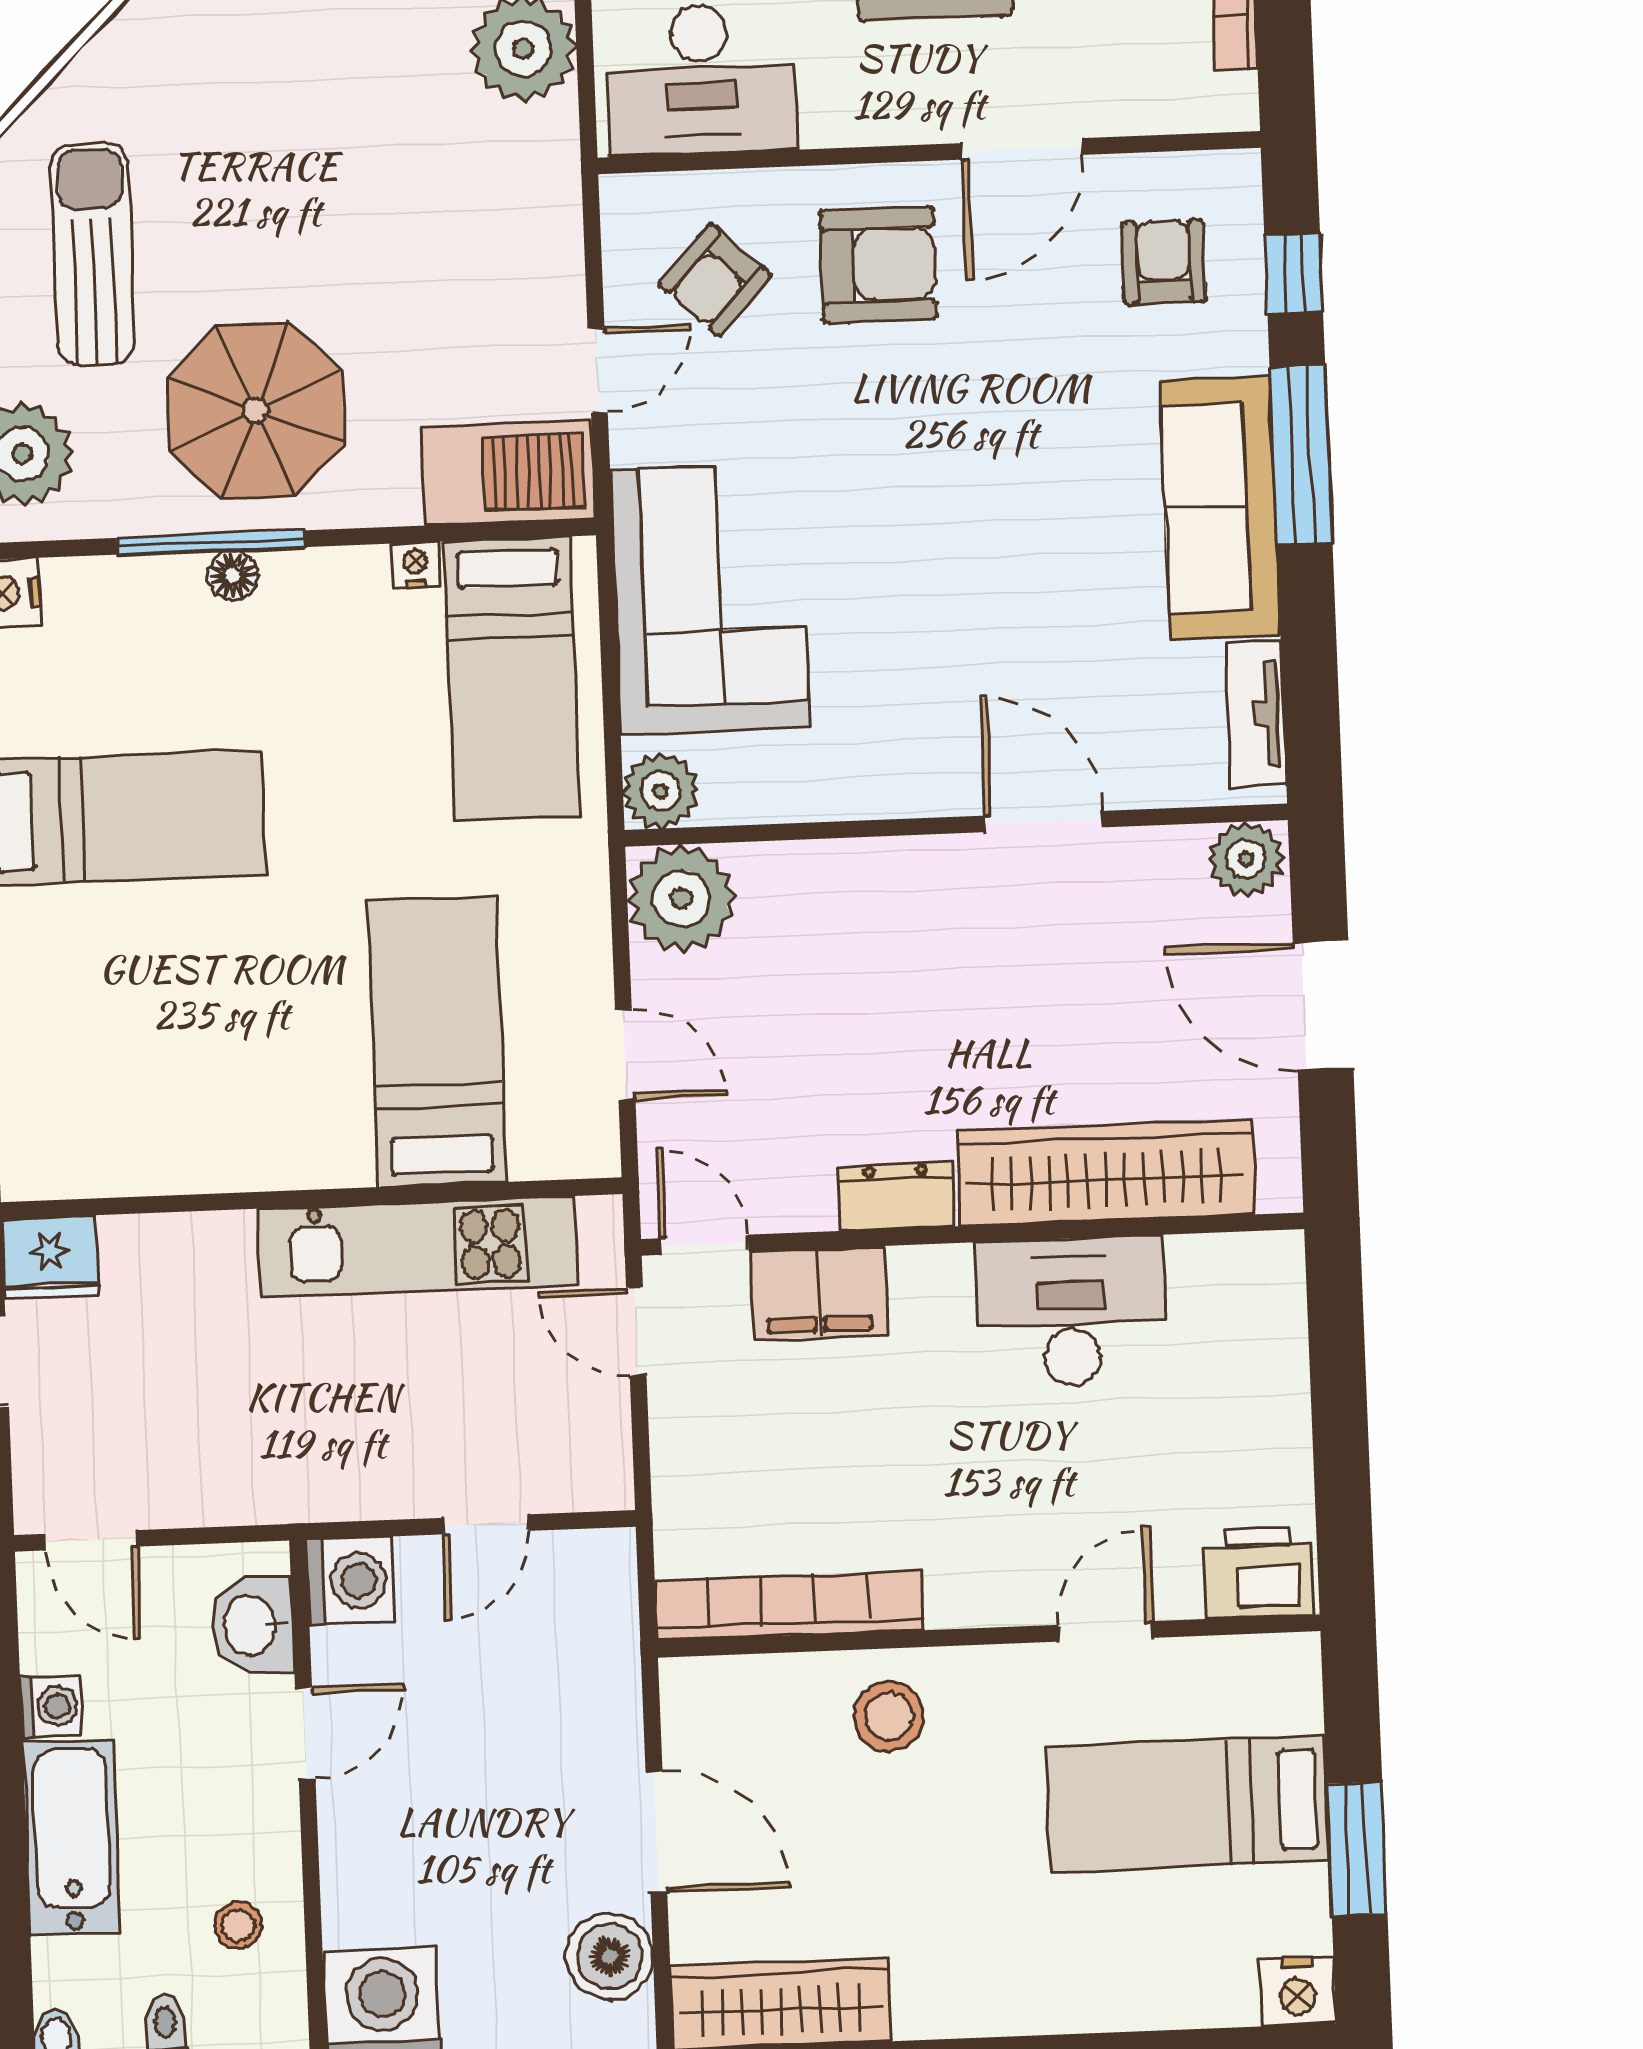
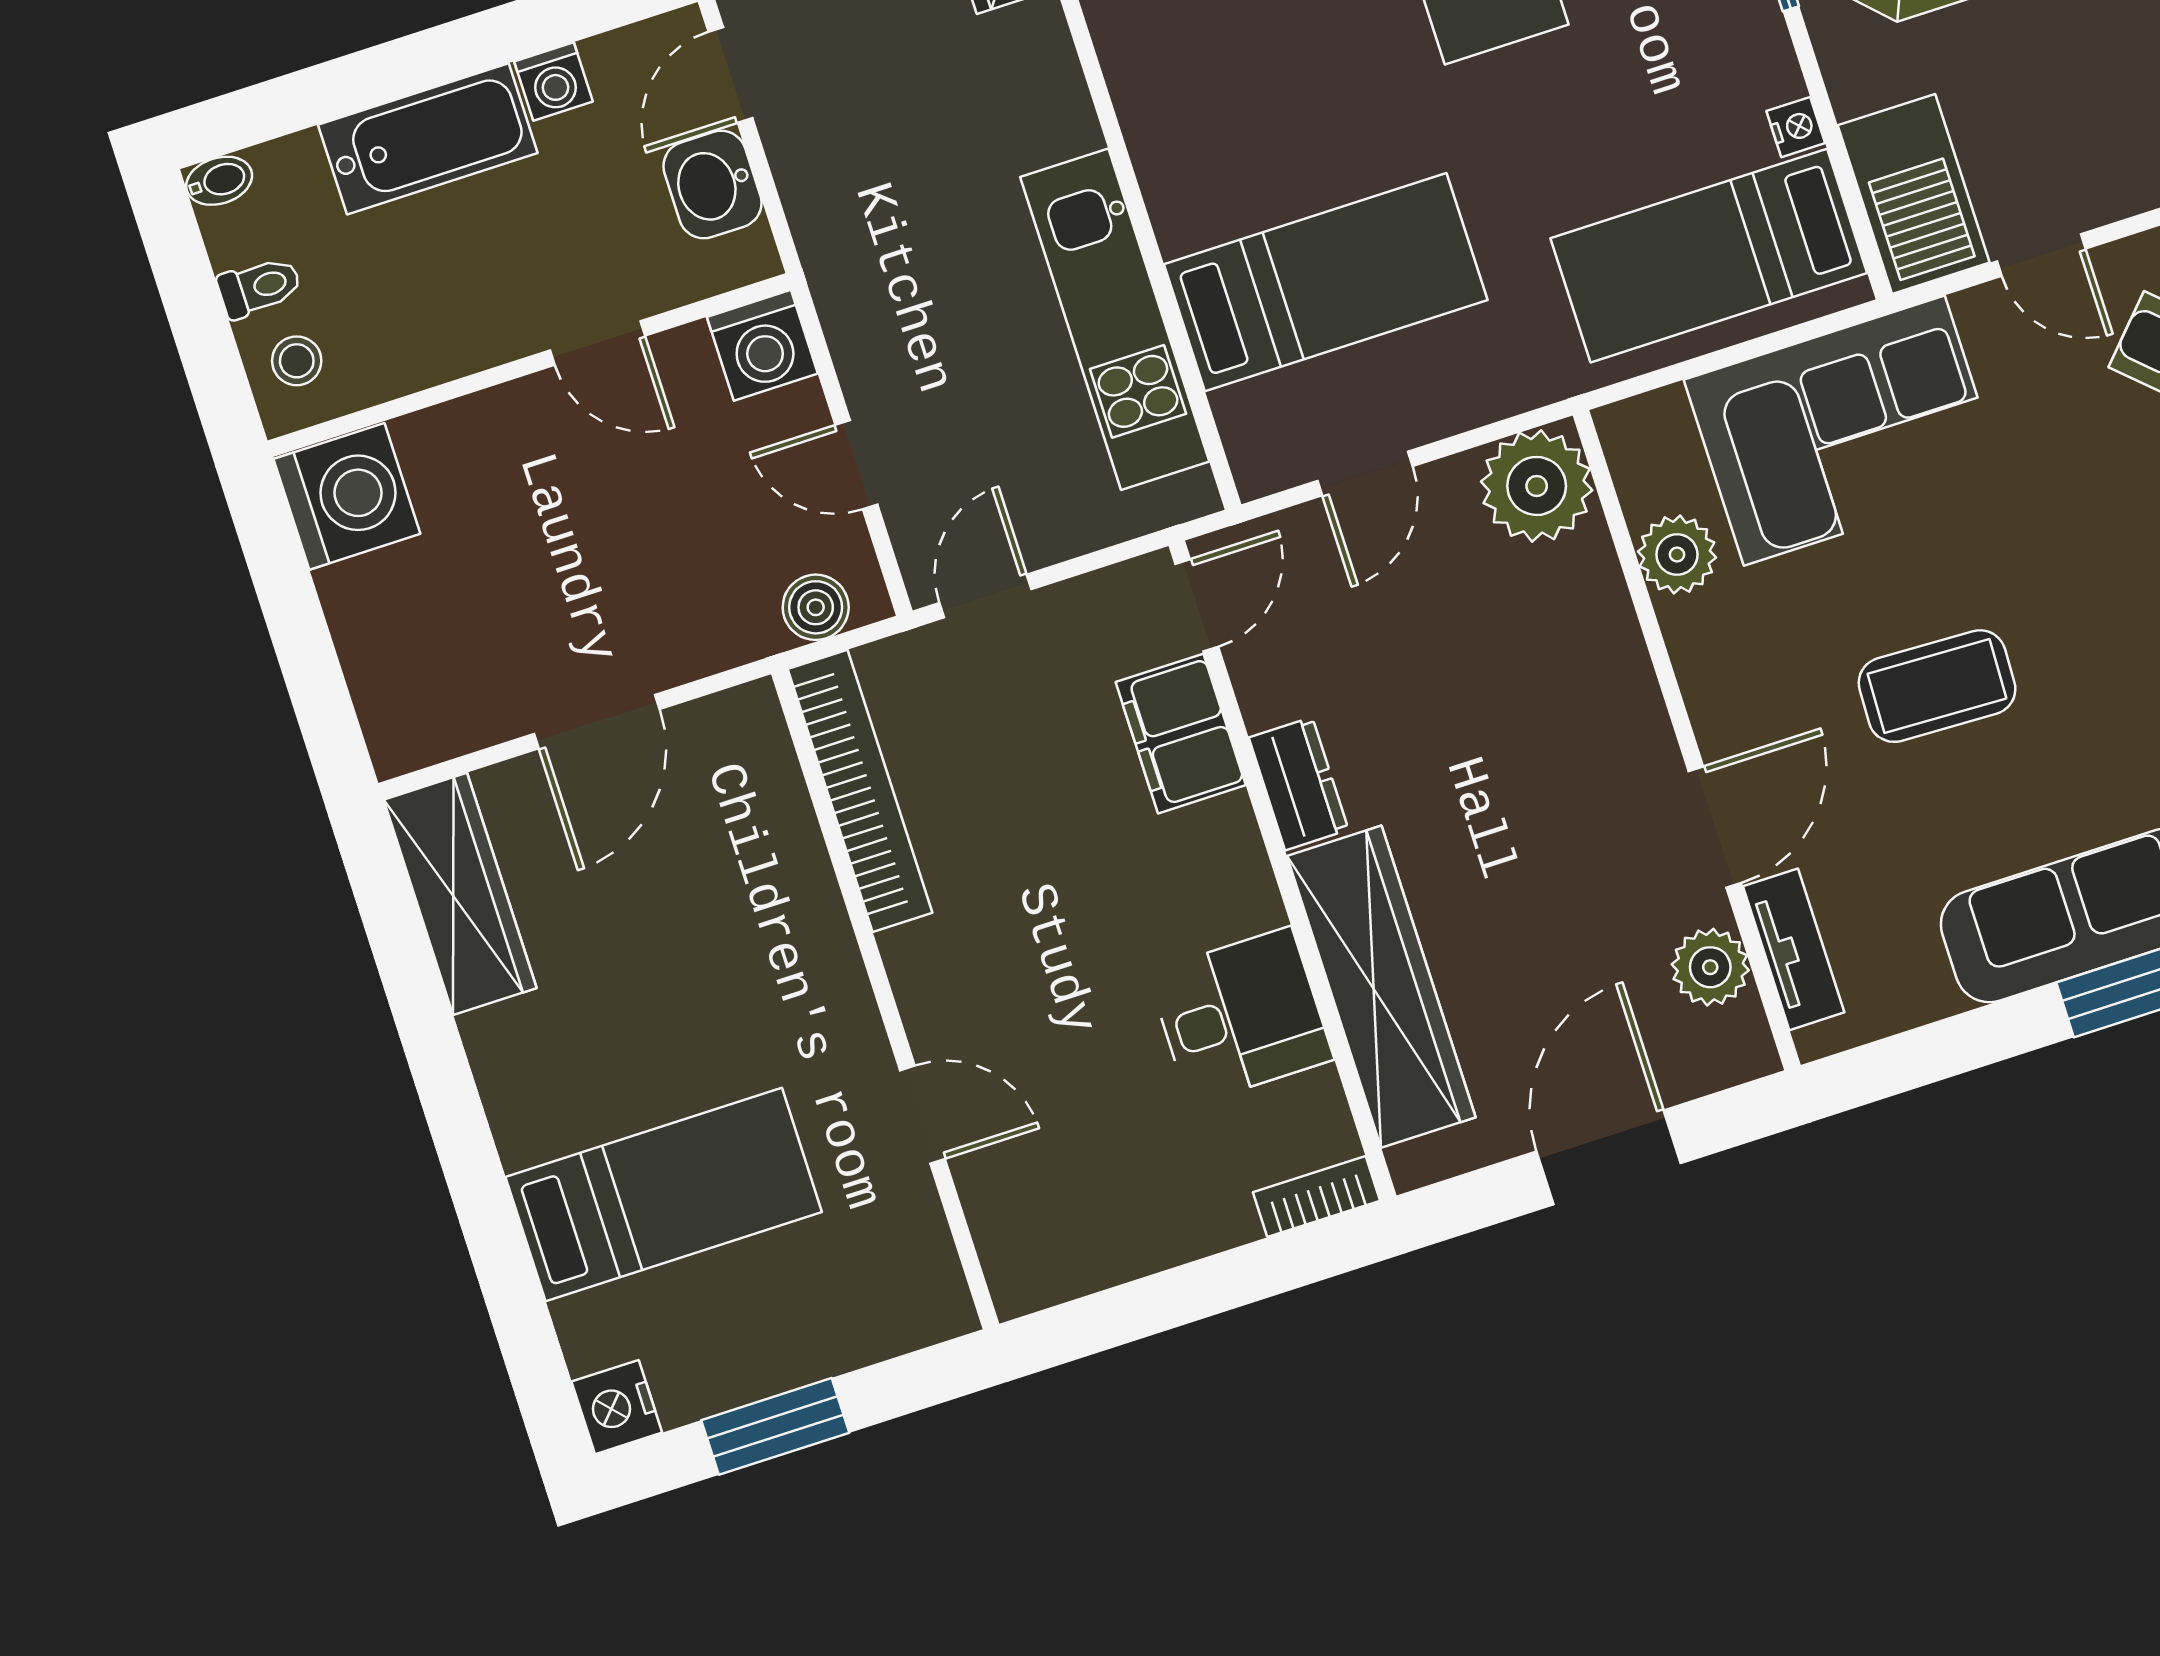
coffee table: (971, 579) -> (1937, 686), added
tv unit: (1256, 714) -> (1794, 949), moved, turned 90
plant: (661, 791) -> (1677, 555), moved
plant: (1246, 859) -> (1710, 967), moved
bookcase: (1284, 1287) -> (1317, 1197), added
desk: (1071, 1312) -> (1240, 1016), width x0.73
door: (636, 1332) -> (985, 596), moved
printer: (1258, 1572) -> (1024, 1251), removed
washbasin: (252, 1625) -> (712, 185), moved, turned -90
stool: (889, 1716) -> (777, 921), removed
bed: (1187, 1804) -> (664, 1195), moved, turned 90
stool: (238, 1926) -> (297, 361), moved
boiler: (610, 1957) -> (816, 607), moved, width x0.73, depth x0.73

